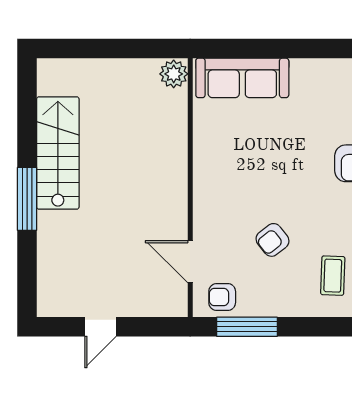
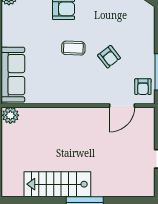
coffee table: (333, 276) -> (73, 48), moved

